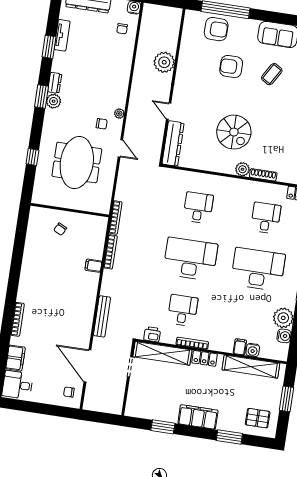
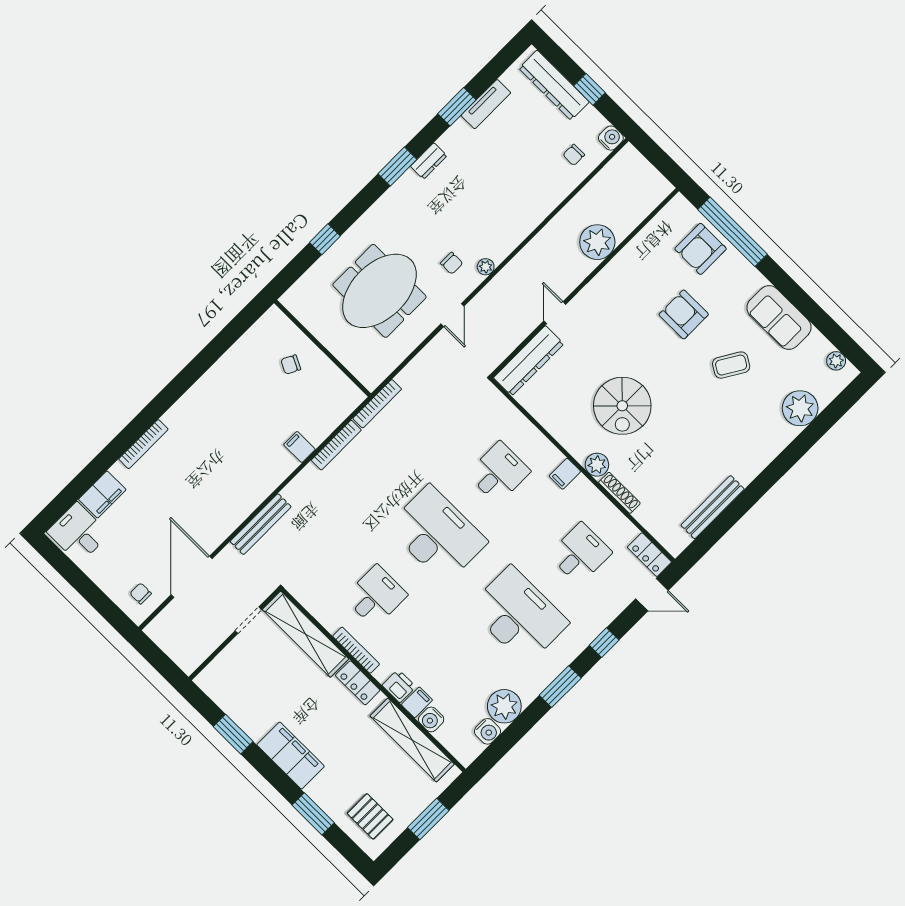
armchair: (216, 29) -> (701, 249), turned 90
plant: (54, 101) -> (409, 185), removed
filing cabinet: (230, 185) -> (565, 474), added
printer: (152, 334) -> (399, 686), moved

